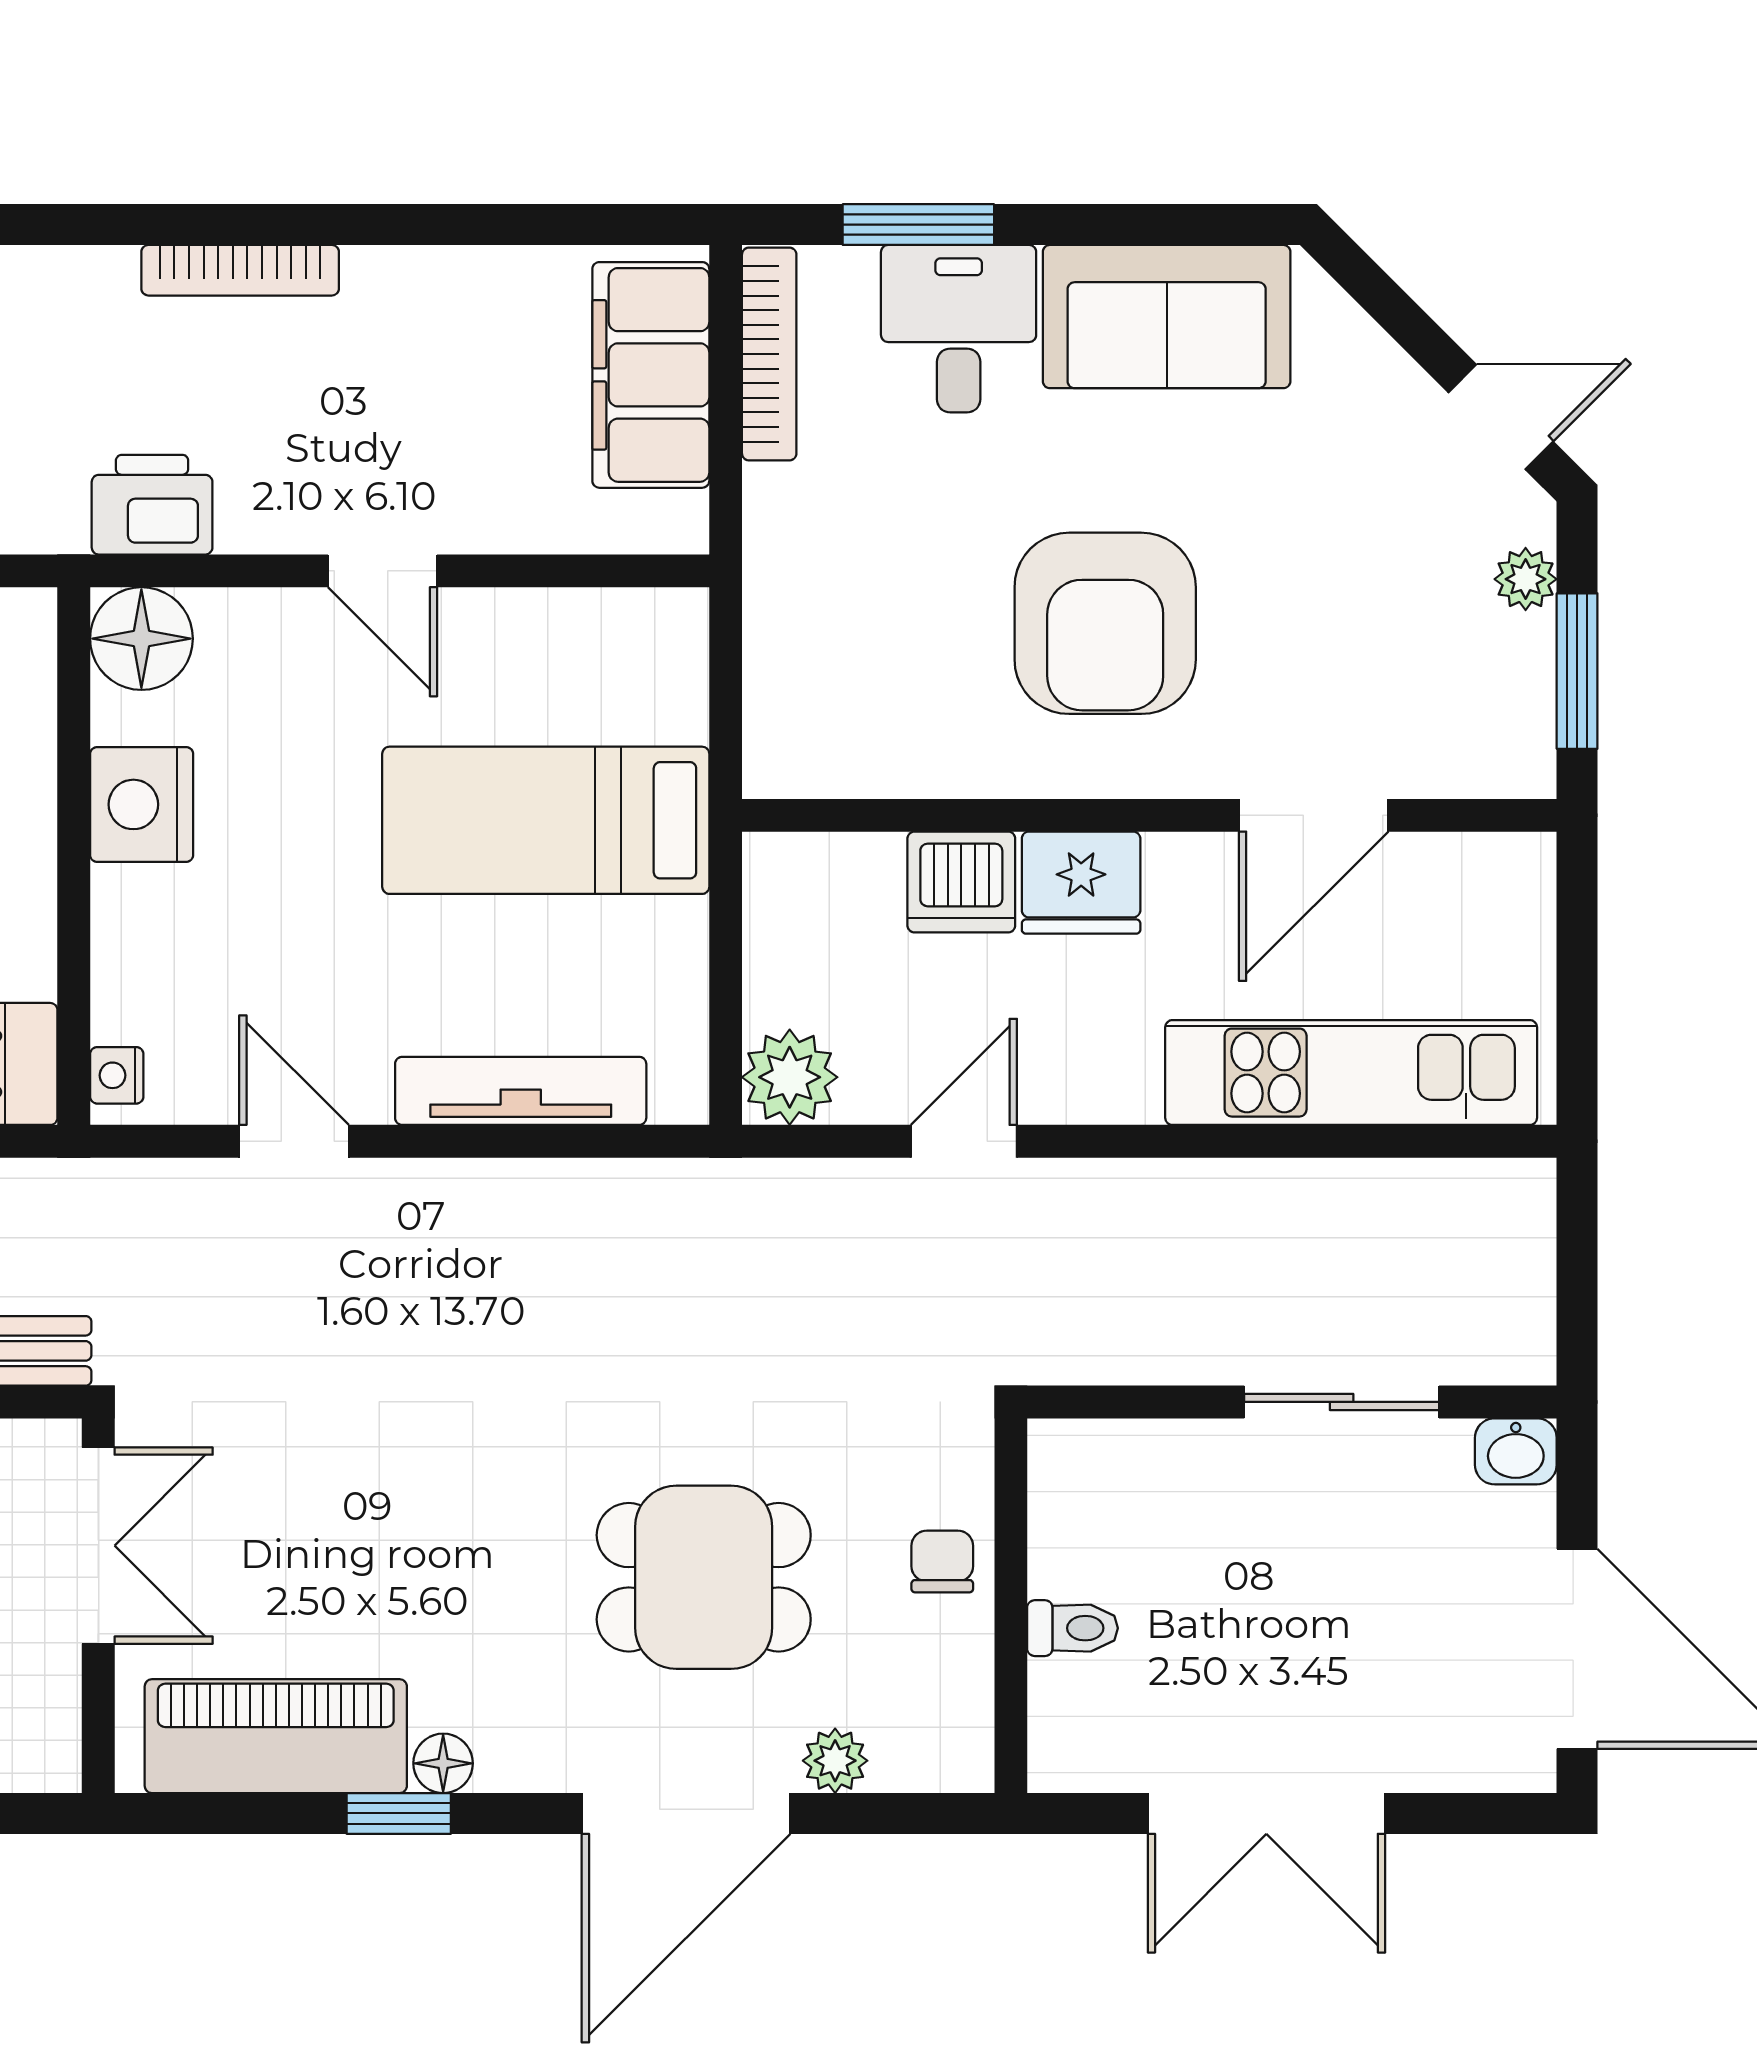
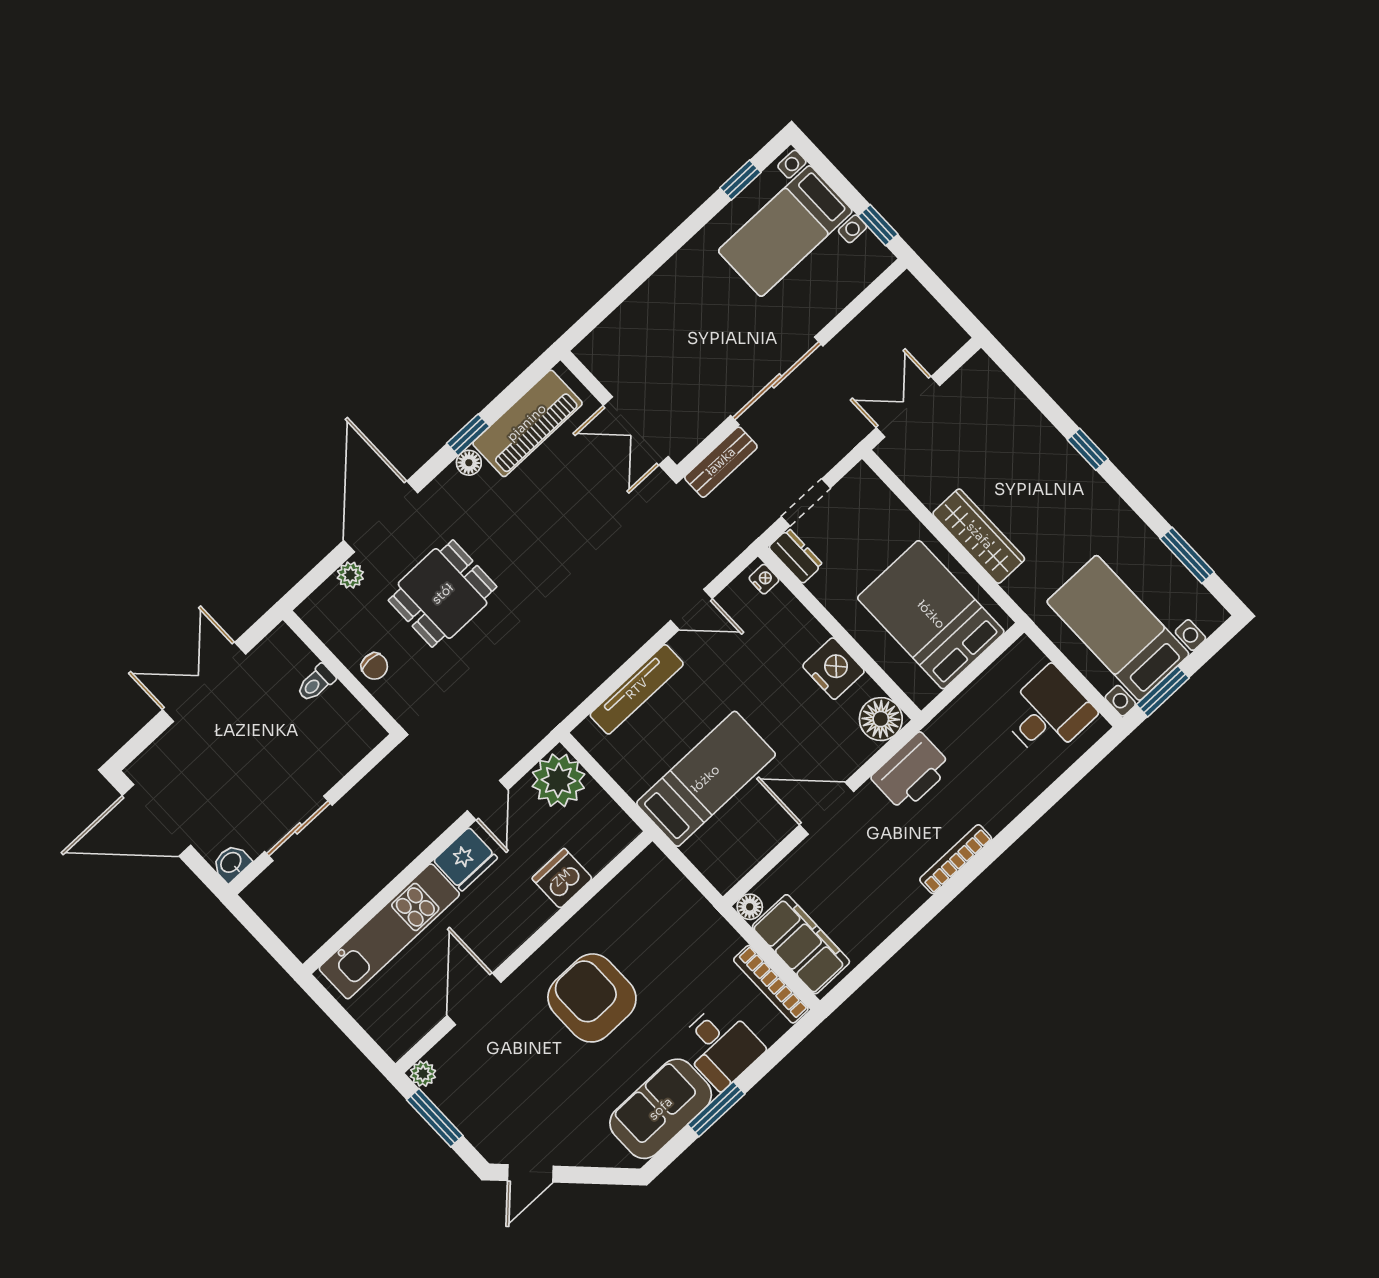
window: (918, 225) -> (716, 1109), moved
printer: (152, 505) -> (912, 772), width x1.37, depth x1.19
floor lamp: (679, 524) -> (750, 907), added
door: (383, 571) -> (827, 808), width x1.38
plant: (1526, 579) -> (423, 1074), moved
fridge: (1081, 883) -> (465, 859), moved, turned 180
plant: (790, 1077) -> (558, 780), width x1.36, depth x1.36

